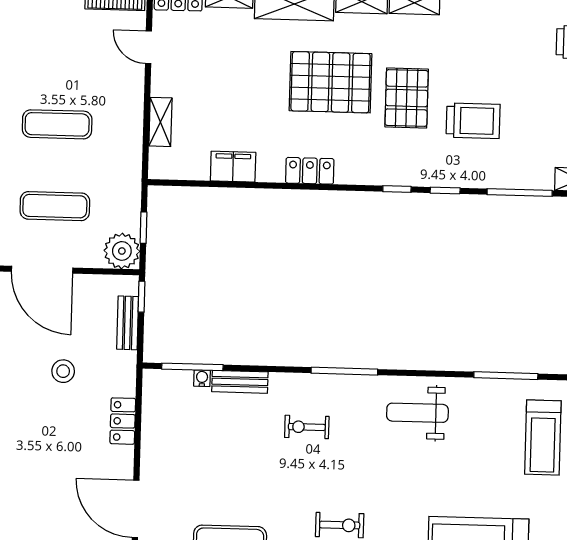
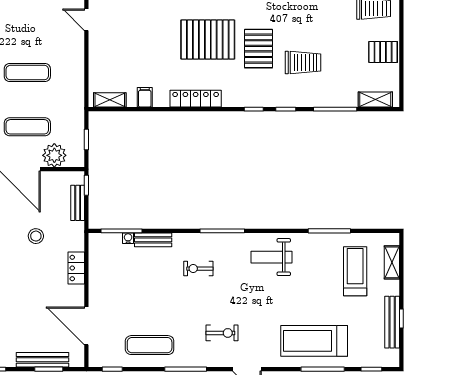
shelving: (160, 122) -> (110, 100), moved, turned 90
filing cabinet: (233, 167) -> (145, 97), width x0.50
locker: (310, 171) -> (196, 99), width x1.53
plant: (122, 251) -> (54, 155), moved
treadmill: (543, 438) -> (355, 271), turned 180

